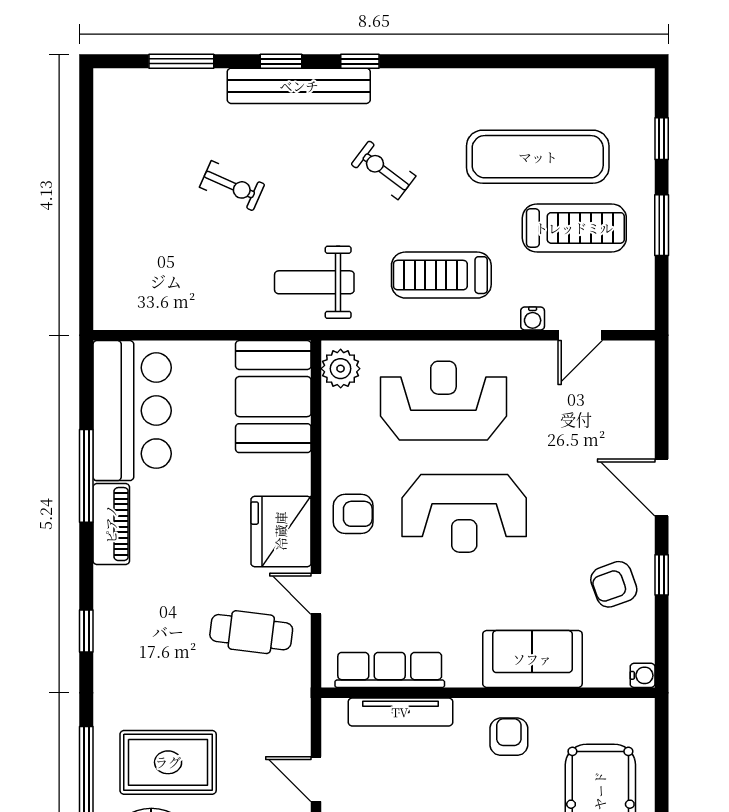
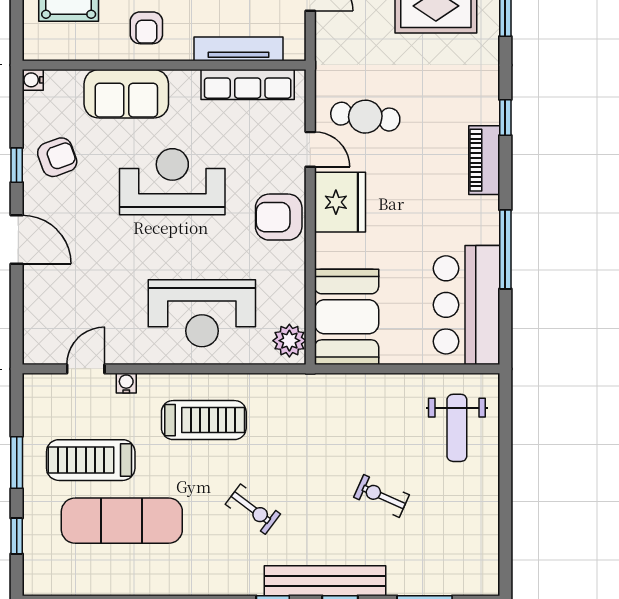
weight bench: (314, 282) -> (457, 428), moved, turned 90
reception desk: (464, 513) -> (172, 182), moved
armchair: (353, 514) -> (279, 217), width x1.38, depth x1.38
piano: (111, 524) -> (484, 160), moved

